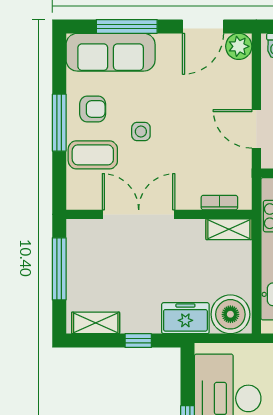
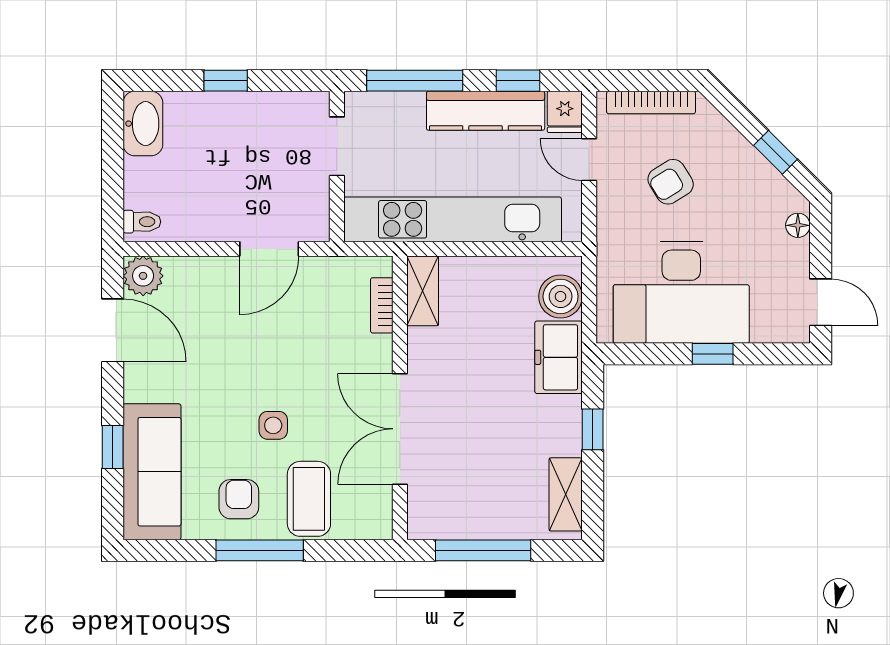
window: (127, 26) -> (113, 447), width x0.46
boiler: (230, 314) -> (561, 296), width x0.73, depth x0.73

